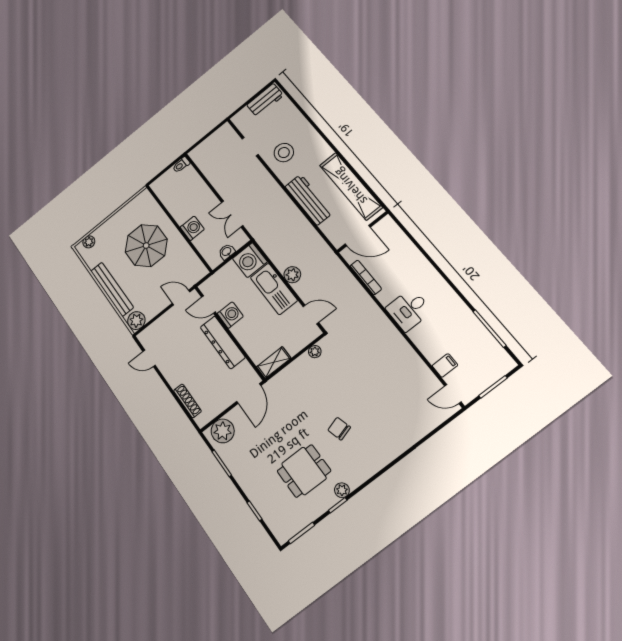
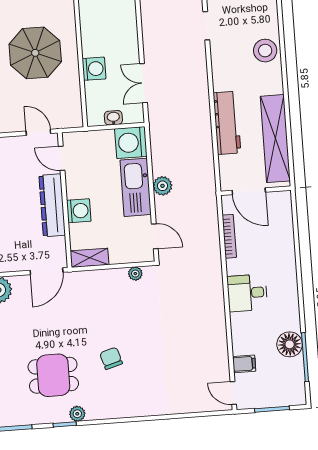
stool: (284, 153) -> (265, 51), moved
washing machine: (230, 315) -> (79, 211), moved
floor lamp: (470, 327) -> (290, 344), added

